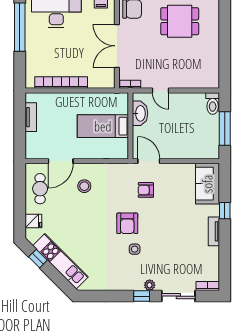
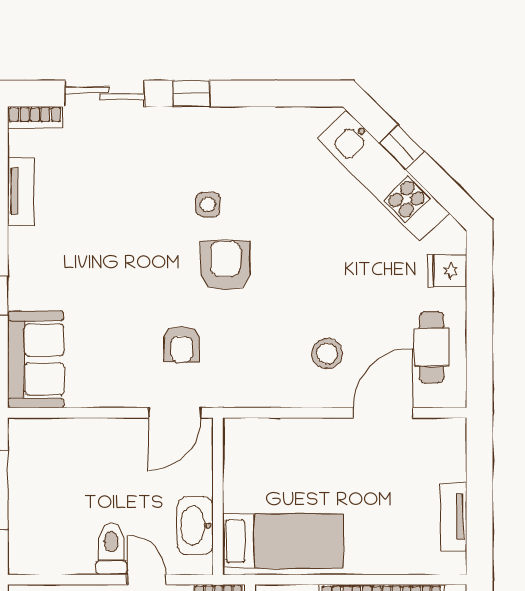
toilet: (213, 103) -> (111, 549), moved
bed: (103, 126) -> (283, 541), moved
door: (149, 161) -> (175, 413), hinge flipped
armchair: (146, 190) -> (182, 344), turned 90
tv unit: (214, 231) -> (21, 191), moved
window: (38, 259) -> (402, 147), moved
plant: (150, 285) -> (173, 119), removed

